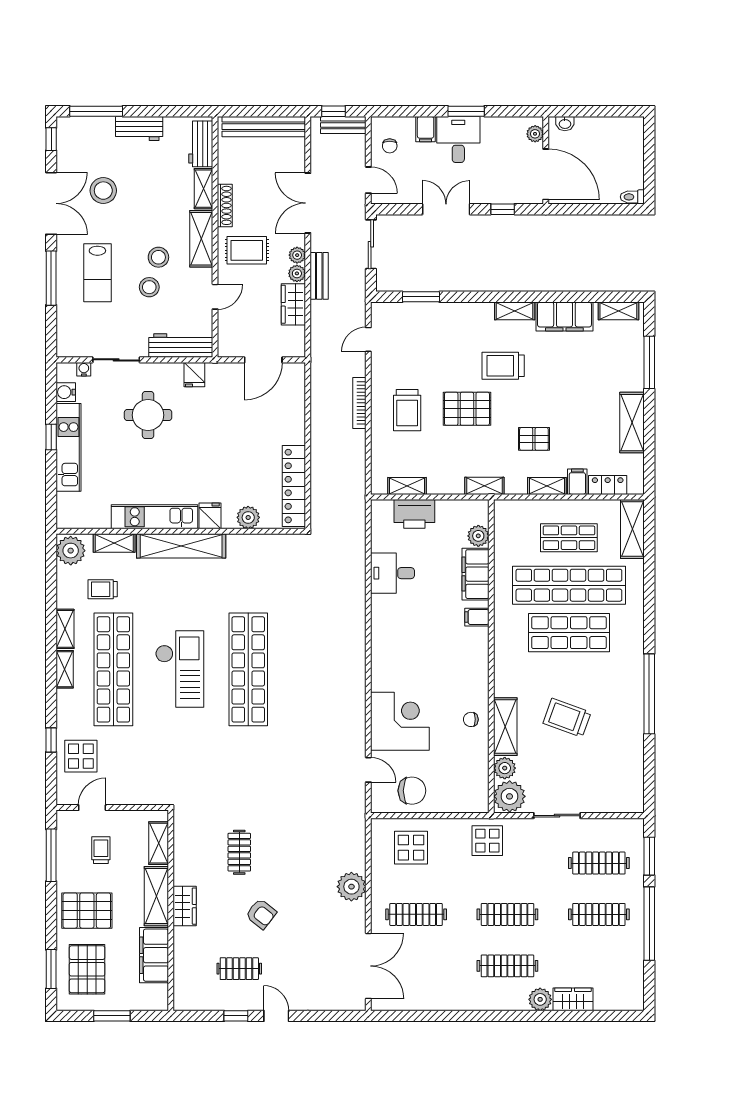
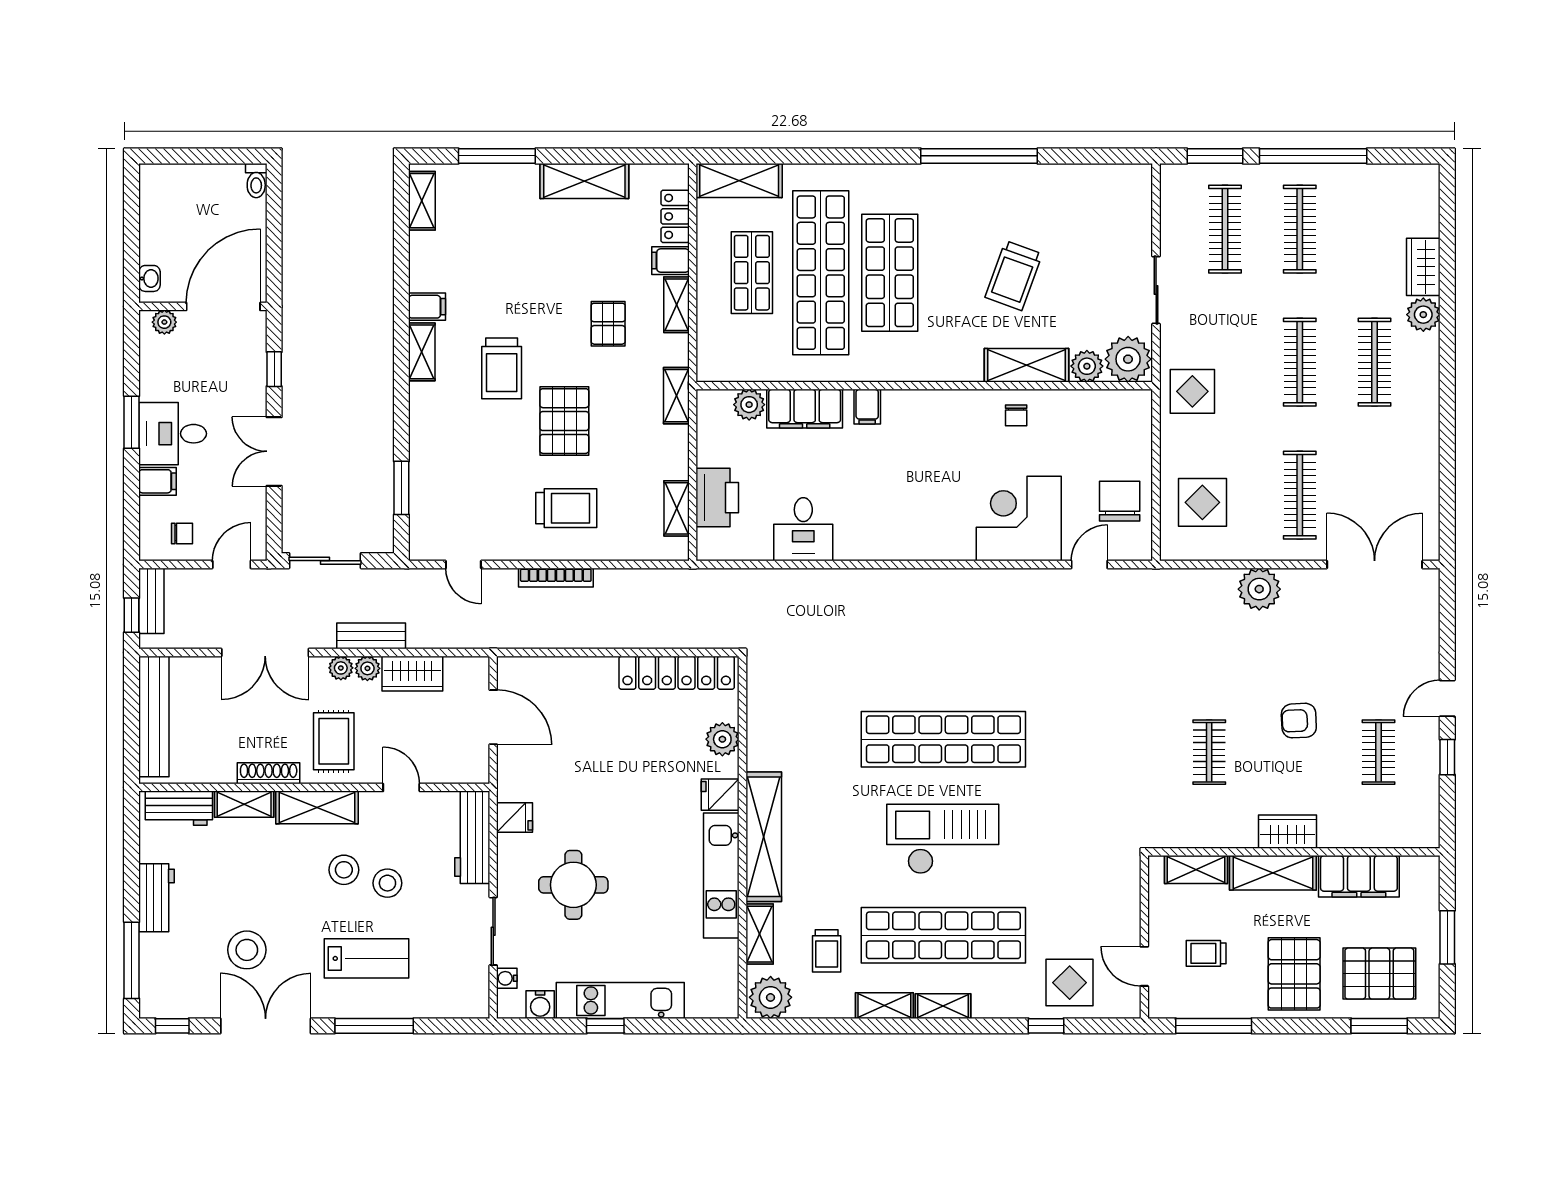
filing cabinet: (564, 317) -> (427, 307), width x0.33, depth x0.86
clothes rail: (239, 852) -> (1209, 752), turned 90
armchair: (261, 914) -> (1299, 721), turned -131

